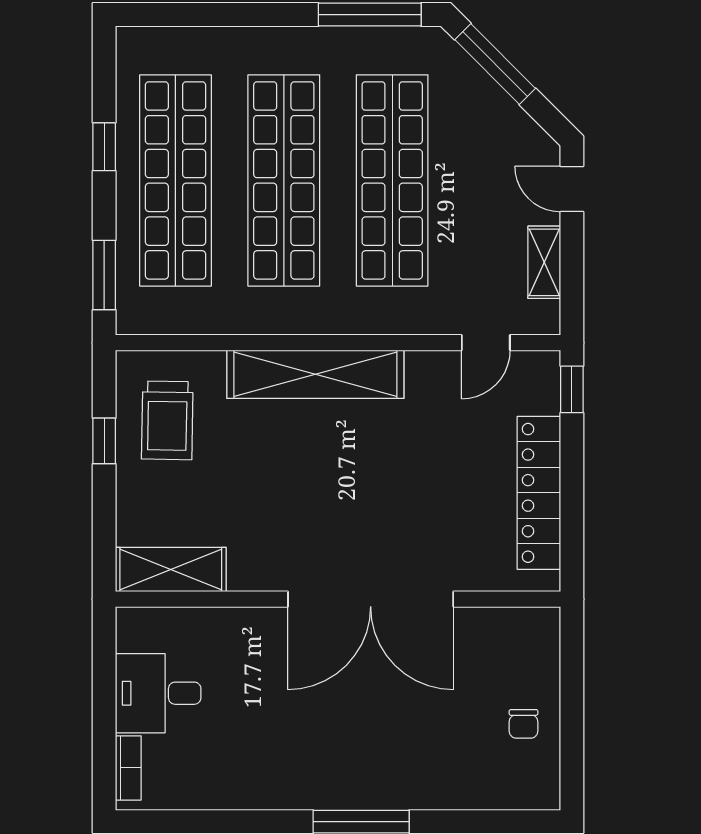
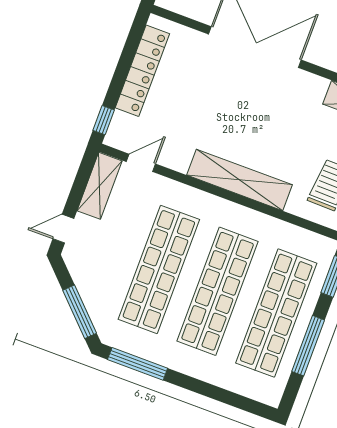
window: (104, 147) -> (308, 346), width x2.17
door: (572, 189) -> (63, 229), swing flipped
shelving: (544, 262) -> (100, 186), width x1.50, depth x1.33

